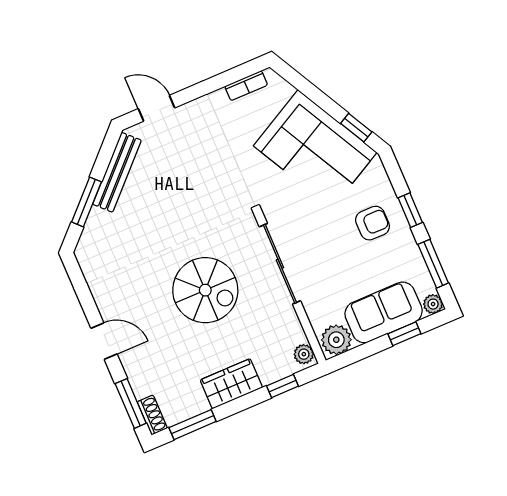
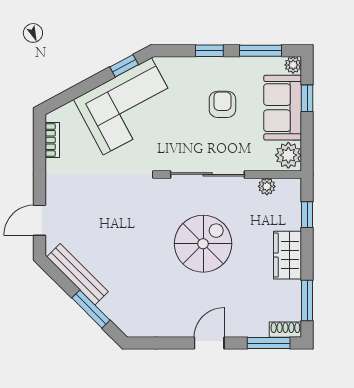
armchair: (373, 223) -> (222, 104), moved
plant: (304, 354) -> (267, 186), moved

